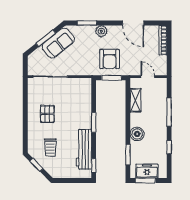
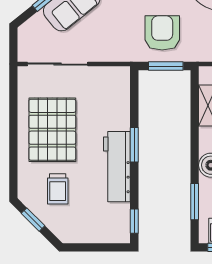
armchair: (110, 59) -> (162, 33), turned 180
pallet: (47, 114) -> (52, 130), width x2.05, depth x2.00
workbench: (84, 149) -> (117, 167), moved

